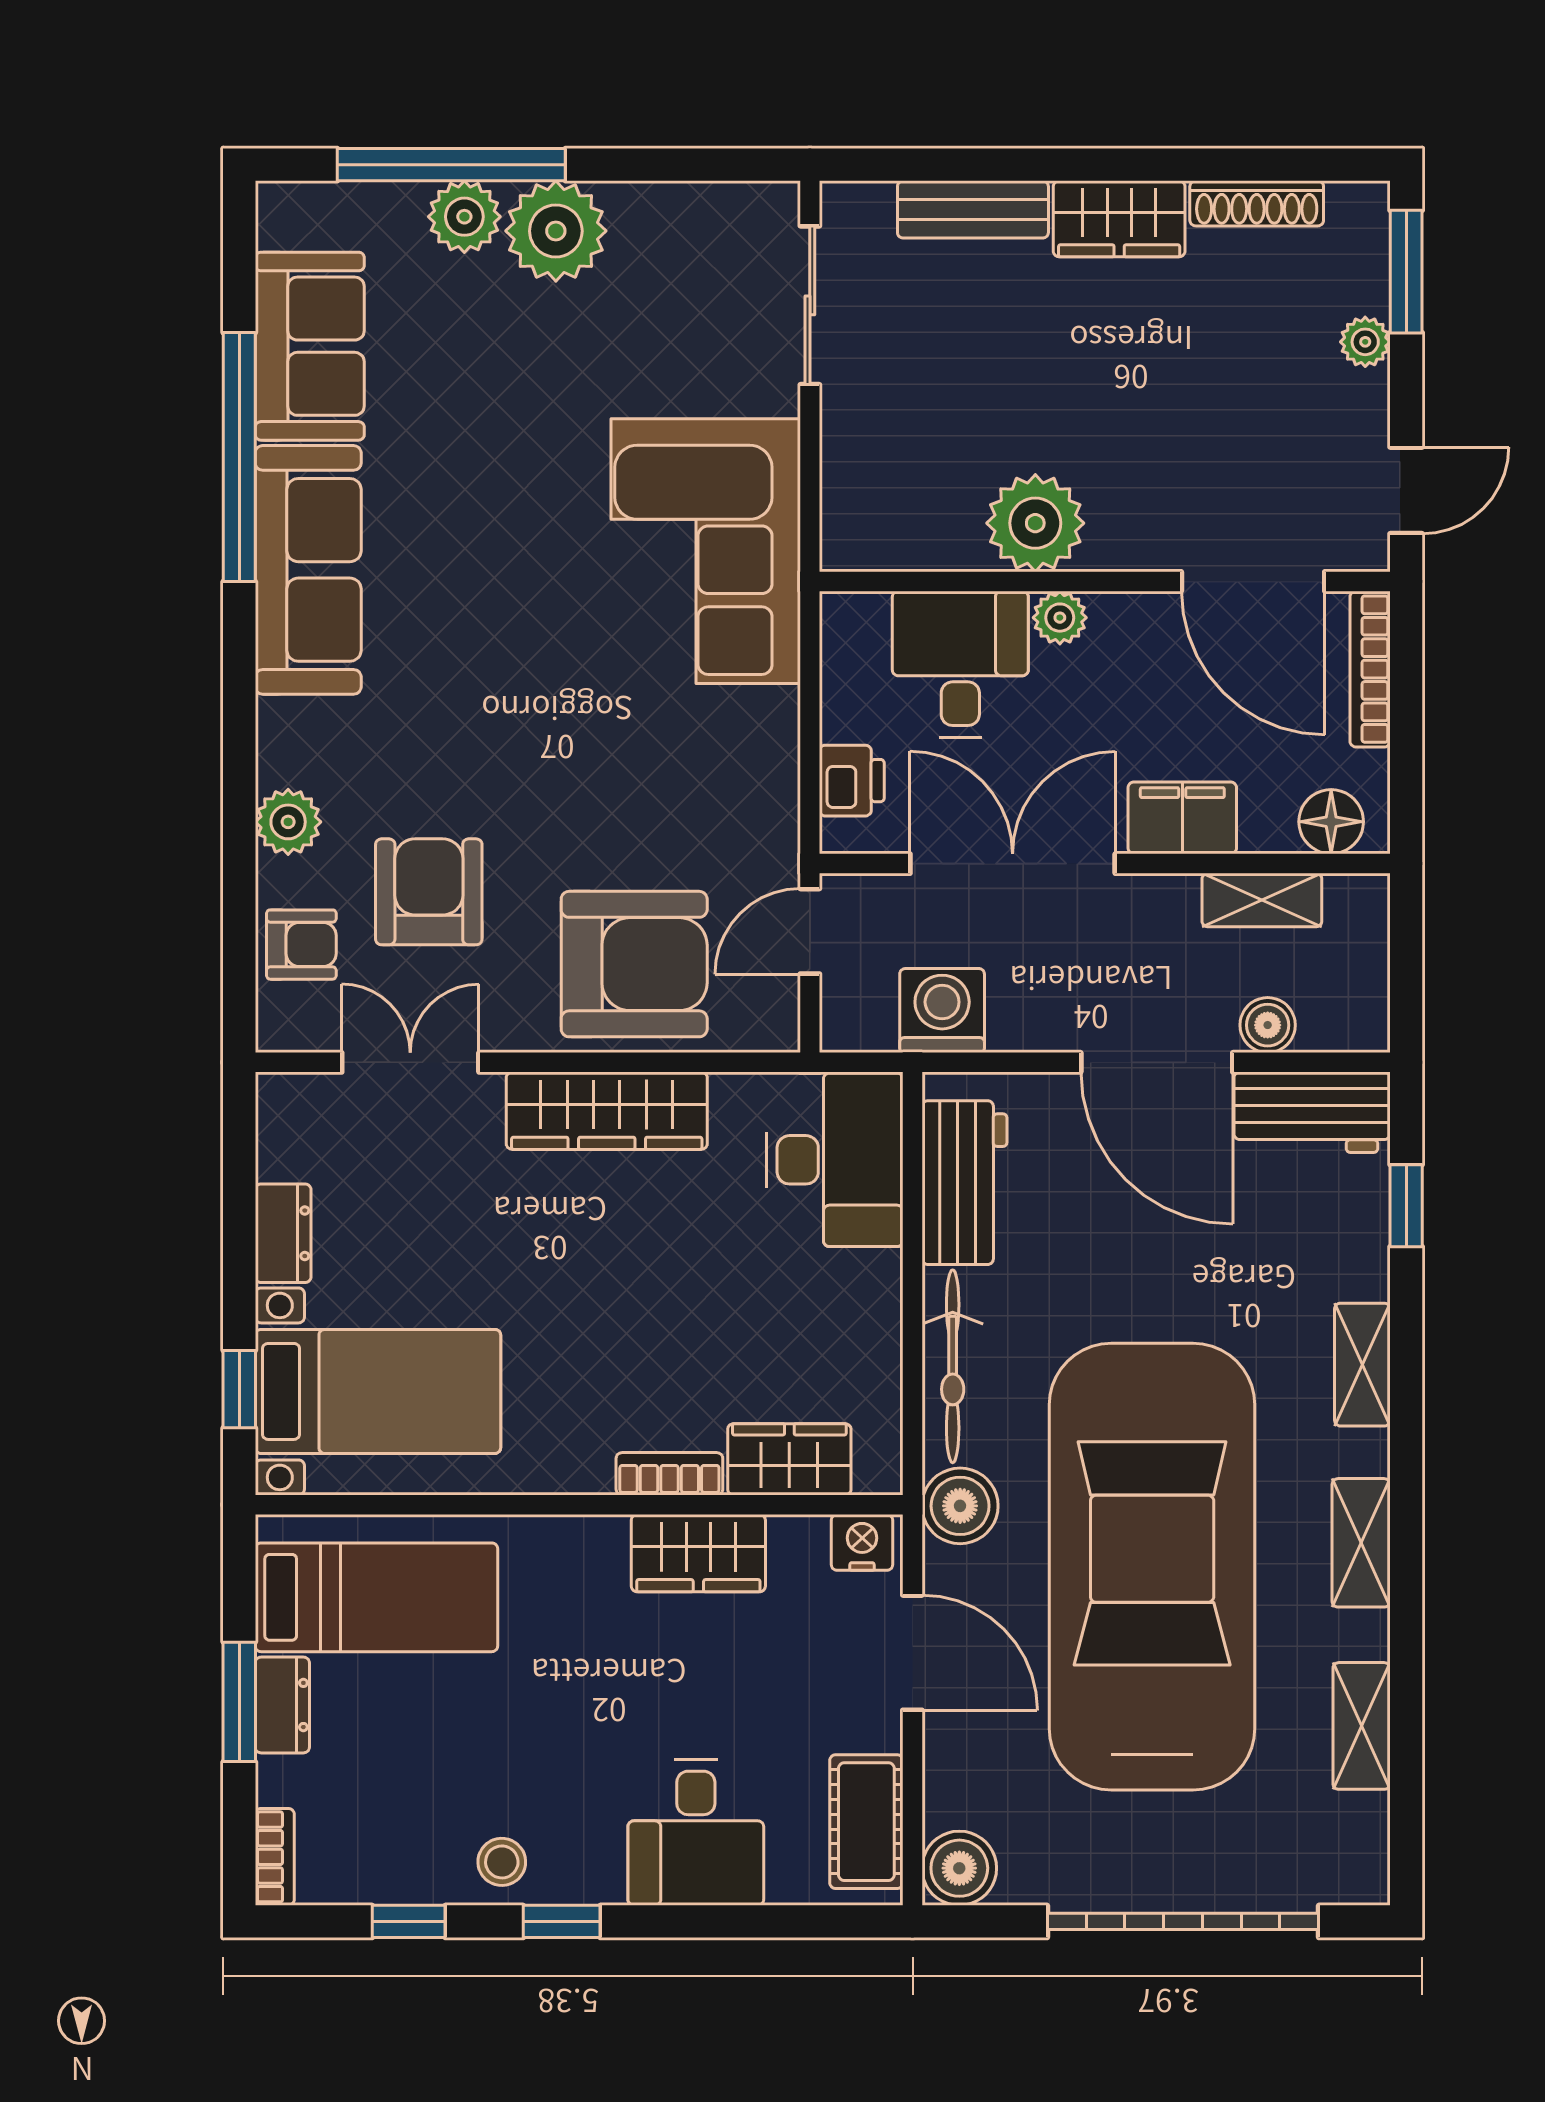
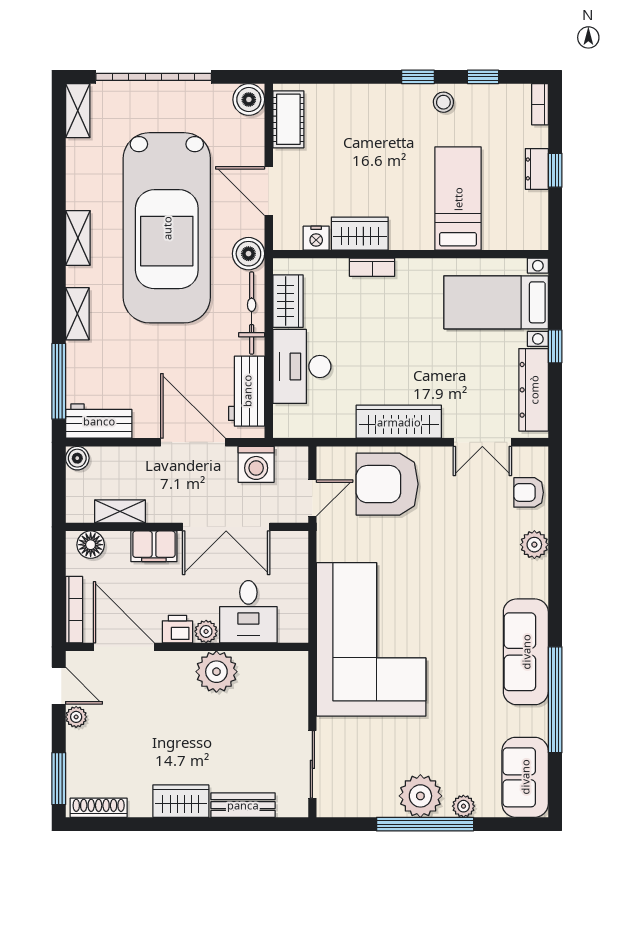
window: (451, 165) -> (425, 824), moved
shoe rack: (1257, 203) -> (99, 808), moved
plant: (464, 217) -> (463, 806), width x0.73, depth x0.73
plant: (1365, 342) -> (76, 717), moved
sofa: (310, 346) -> (525, 777), moved
door: (1406, 490) -> (59, 686), swing flipped
corner sofa: (706, 551) -> (371, 639), width x1.36, depth x1.36
printer: (852, 781) -> (177, 629), moved, turned 90
armchair: (429, 892) -> (474, 515), removed
boiler: (1268, 1025) -> (77, 458), moved
door: (1157, 1062) -> (193, 442), moved
desk: (835, 1160) -> (302, 366), moved
window: (1406, 1206) -> (59, 381), width x2.17
dresser: (283, 1233) -> (534, 390), width x1.96, depth x1.24
window: (239, 1389) -> (555, 346), moved
wardrobe: (789, 1459) -> (288, 301), moved, turned -90
nightstand: (862, 1542) -> (316, 238), moved
bed: (376, 1597) -> (458, 199), moved, turned 90
window: (239, 1702) -> (555, 170), width x0.67
shelving: (1362, 1726) -> (78, 111), moved
desk: (696, 1832) -> (361, 115), removed

